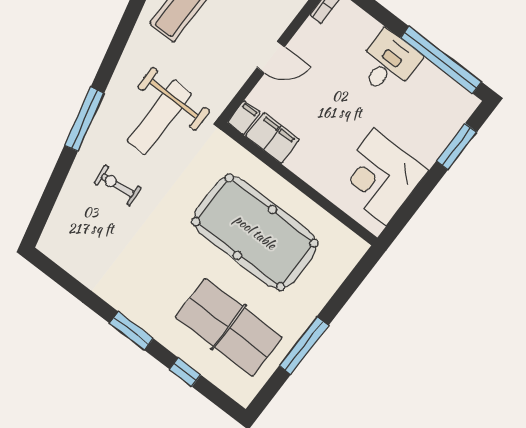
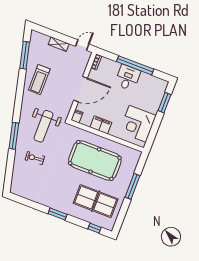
door: (271, 57) -> (80, 89), width x1.88
window: (441, 60) -> (135, 65), moved
filing cabinet: (273, 138) -> (101, 125), moved
window: (304, 346) -> (133, 186), moved
window: (185, 372) -> (95, 228), moved

